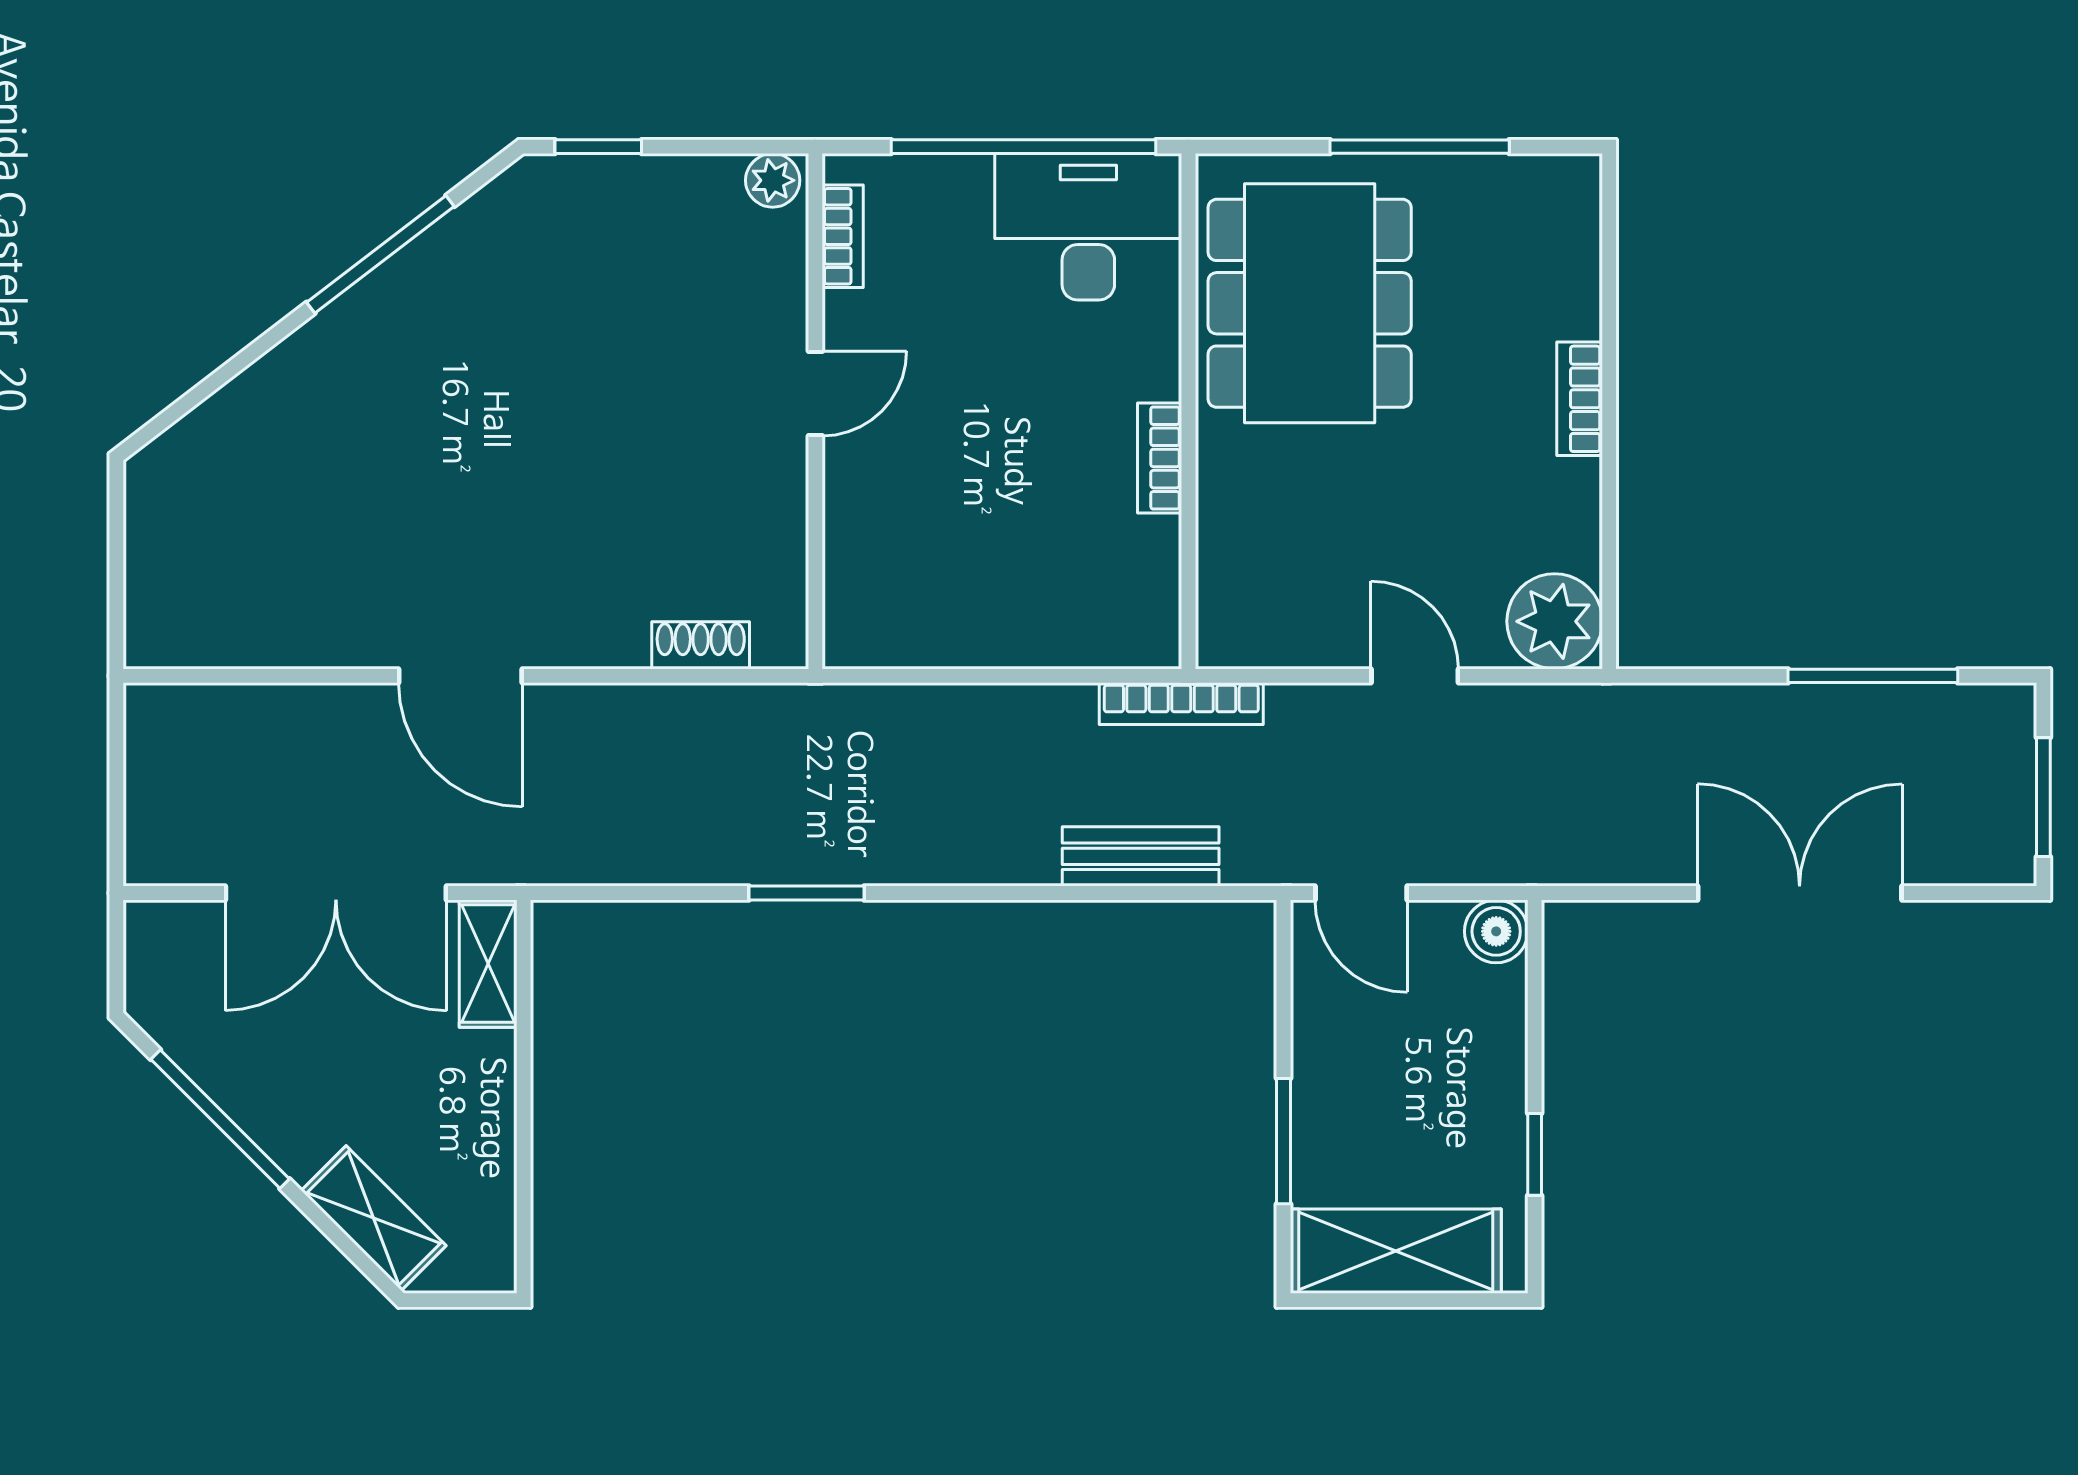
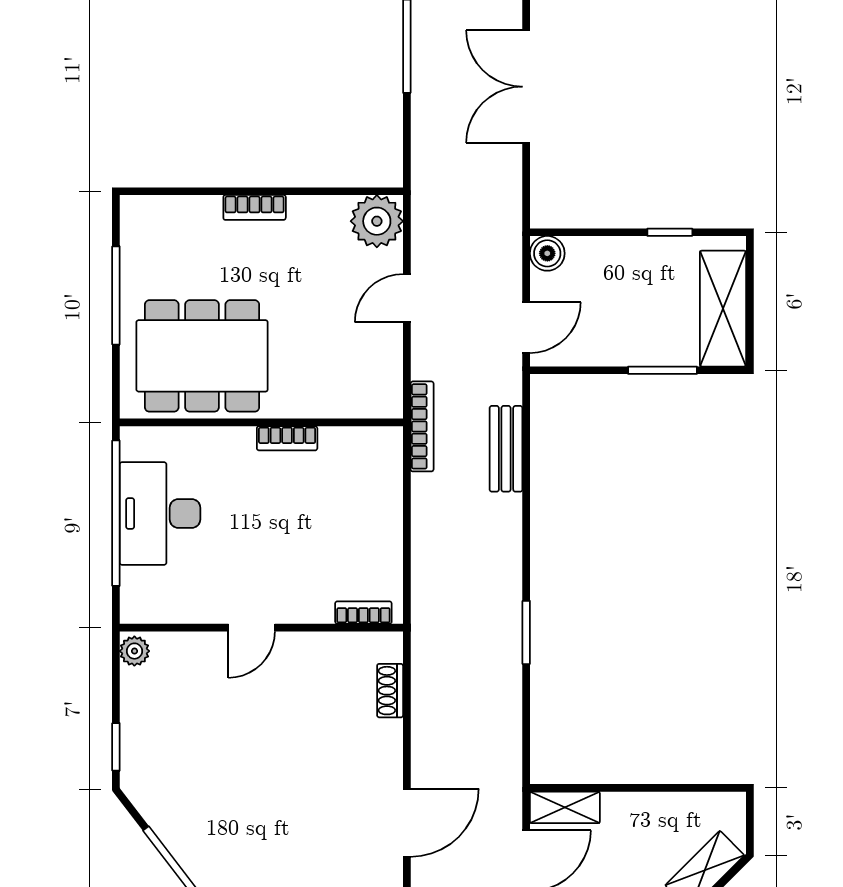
desk: (1088, 227) -> (160, 514), moved
bookcase: (843, 236) -> (363, 613), moved
door: (815, 394) -> (252, 628), swing flipped

